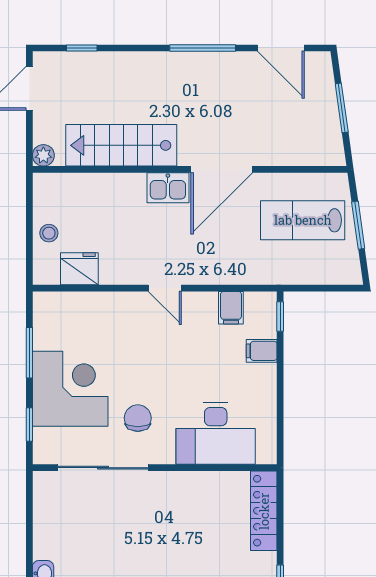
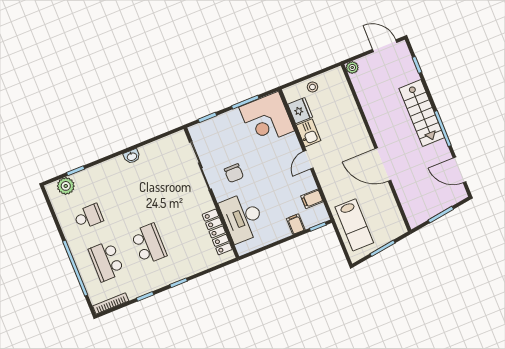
door: (281, 48) -> (459, 170), hinge flipped
stairs: (121, 145) -> (422, 113), moved, turned 180
kitchen sink: (168, 188) -> (308, 133), moved, turned 180
lab bench: (303, 220) -> (354, 225), moved, turned 180
corner desk: (70, 389) -> (267, 119), moved, turned 90
chair: (138, 418) -> (234, 173), turned 90
locker: (264, 511) -> (217, 232), moved, turned -90

